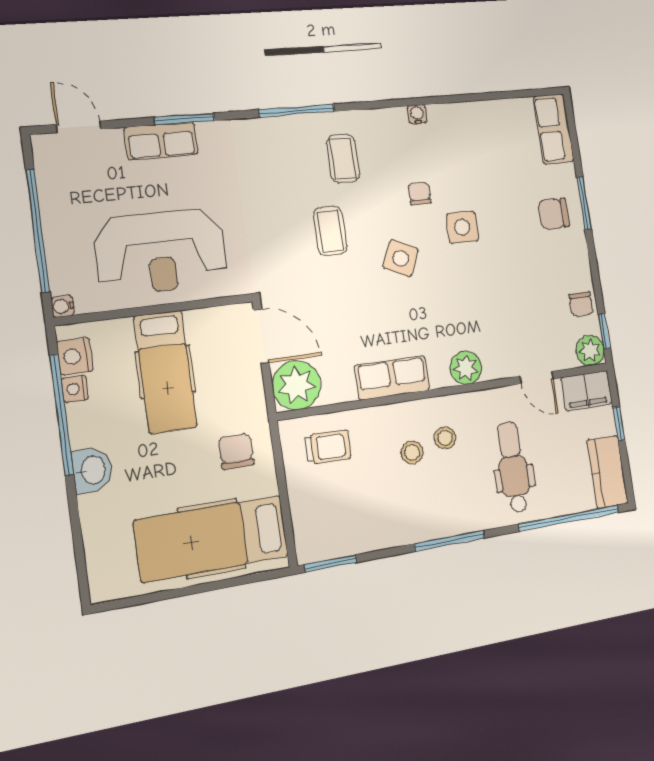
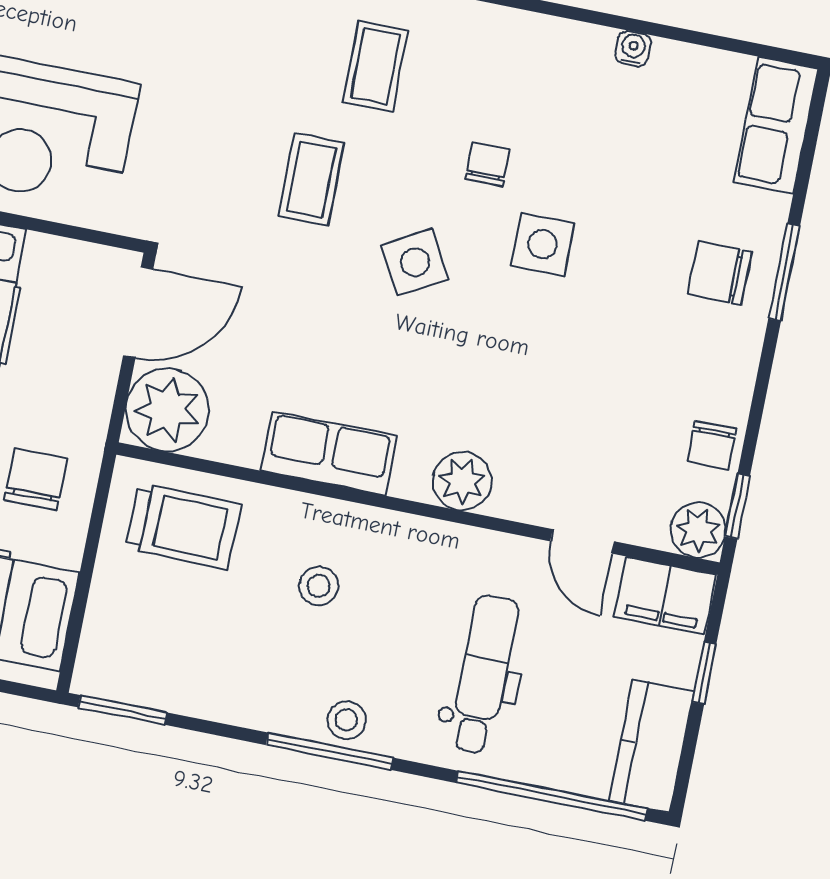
water cooler: (417, 114) -> (633, 48), moved
side table: (401, 258) -> (415, 262), turned 36
door: (261, 336) -> (138, 312), hinge flipped
stool: (445, 438) -> (347, 720), moved
trolley: (328, 447) -> (183, 526), width x1.36, depth x1.39

